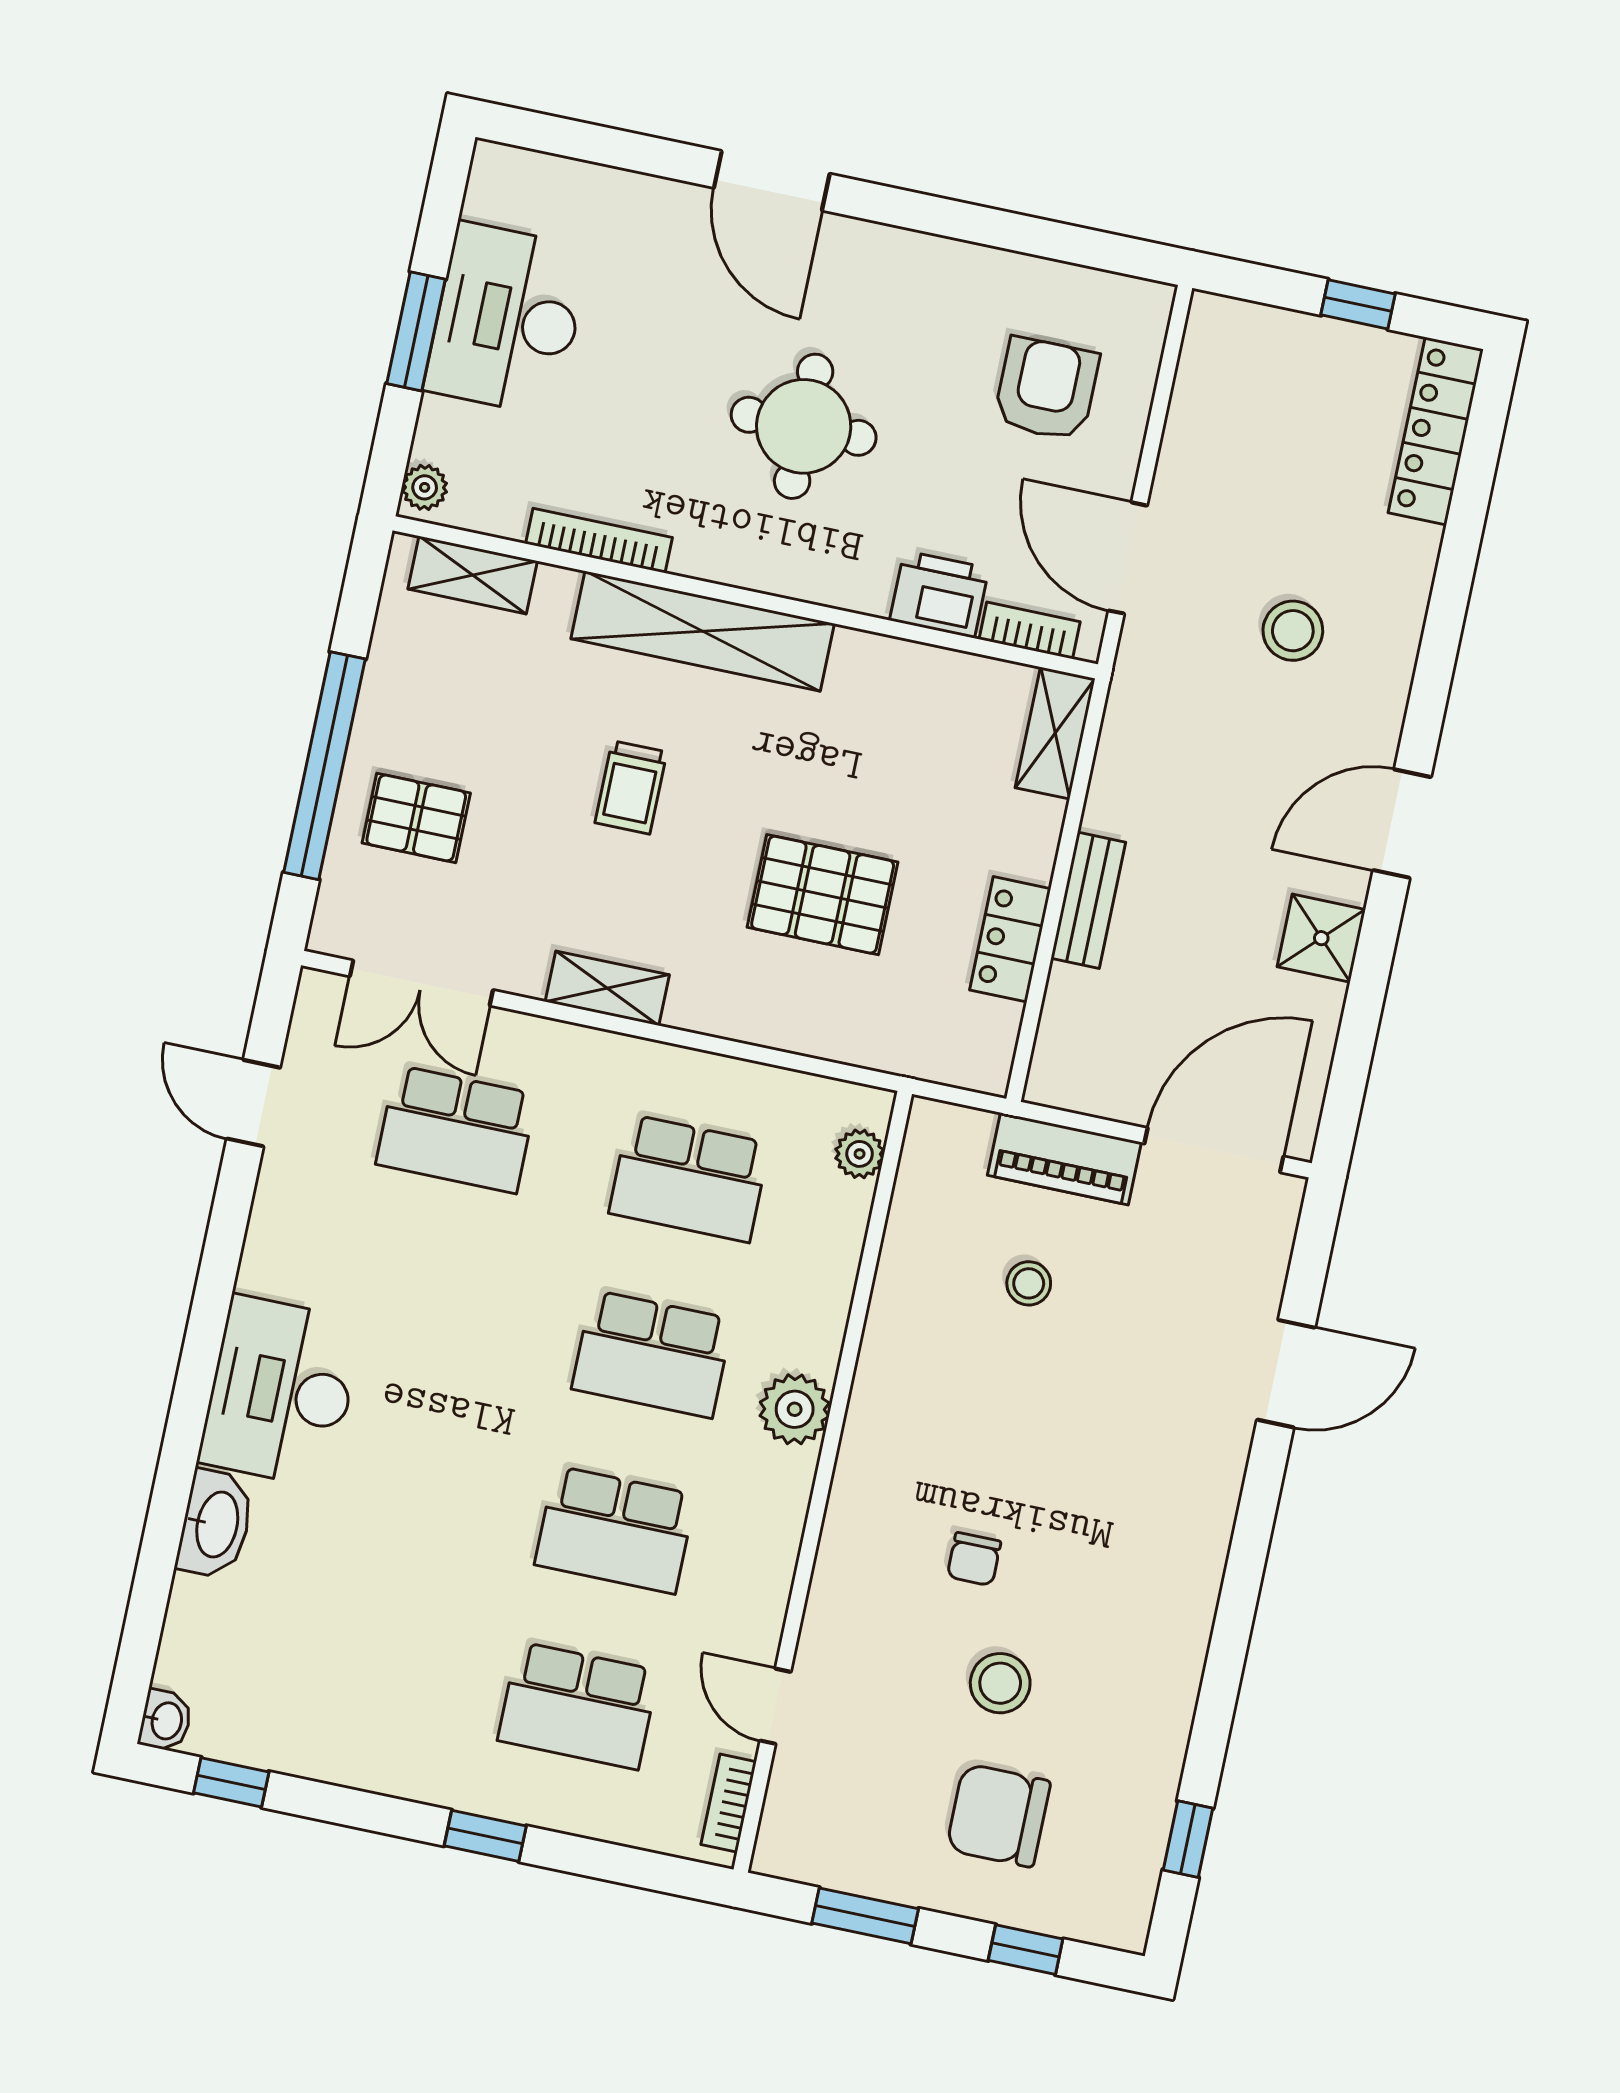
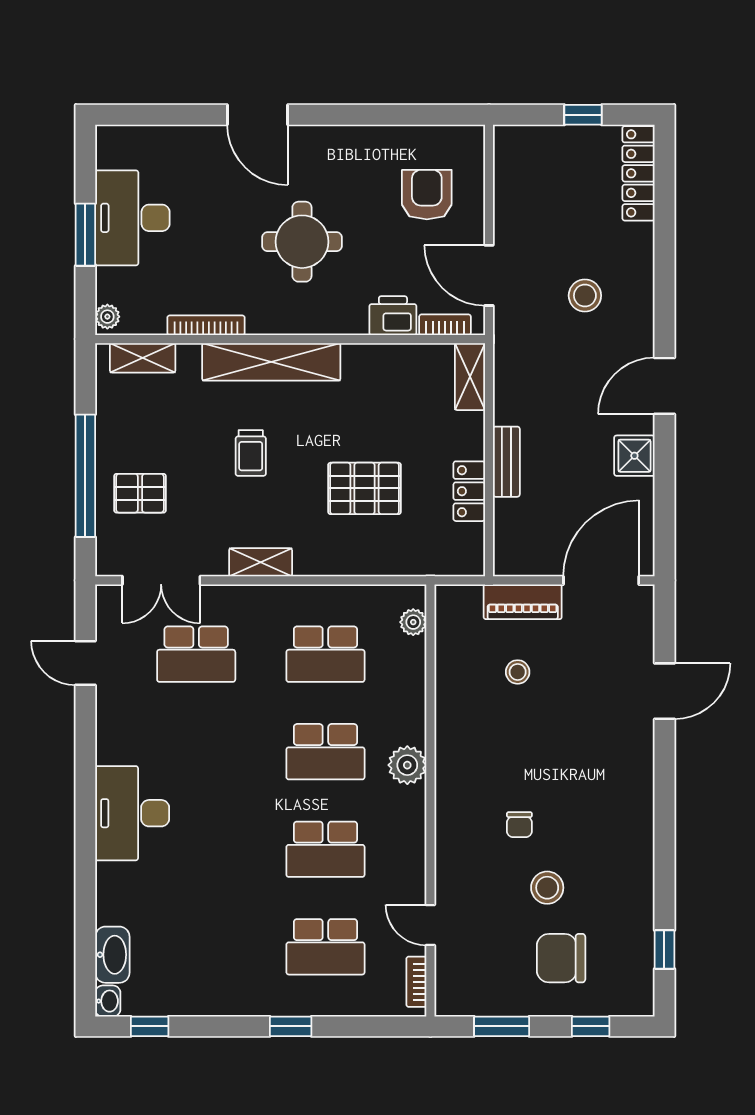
washbasin: (215, 1524) -> (112, 955), moved

